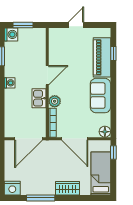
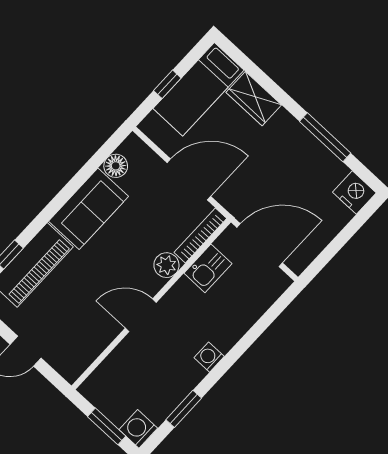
kitchen sink: (39, 98) -> (208, 268), moved
floor lamp: (105, 132) -> (116, 166), moved
door: (75, 139) -> (189, 179), hinge flipped
window: (113, 153) -> (167, 84), moved
wardrobe: (67, 188) -> (254, 99), moved

